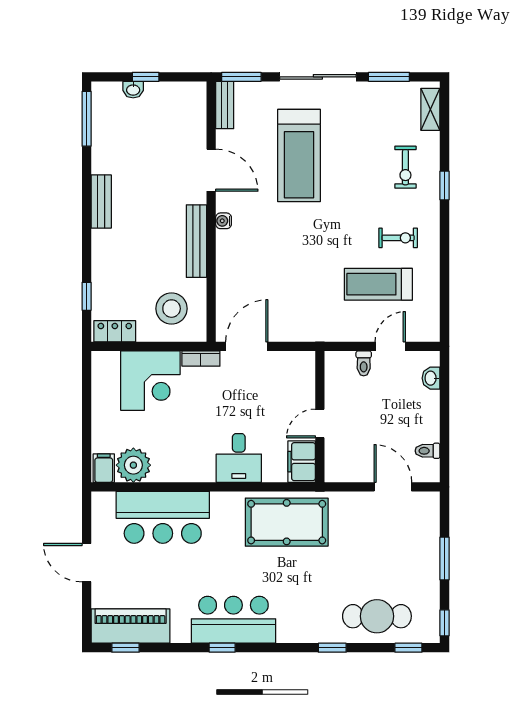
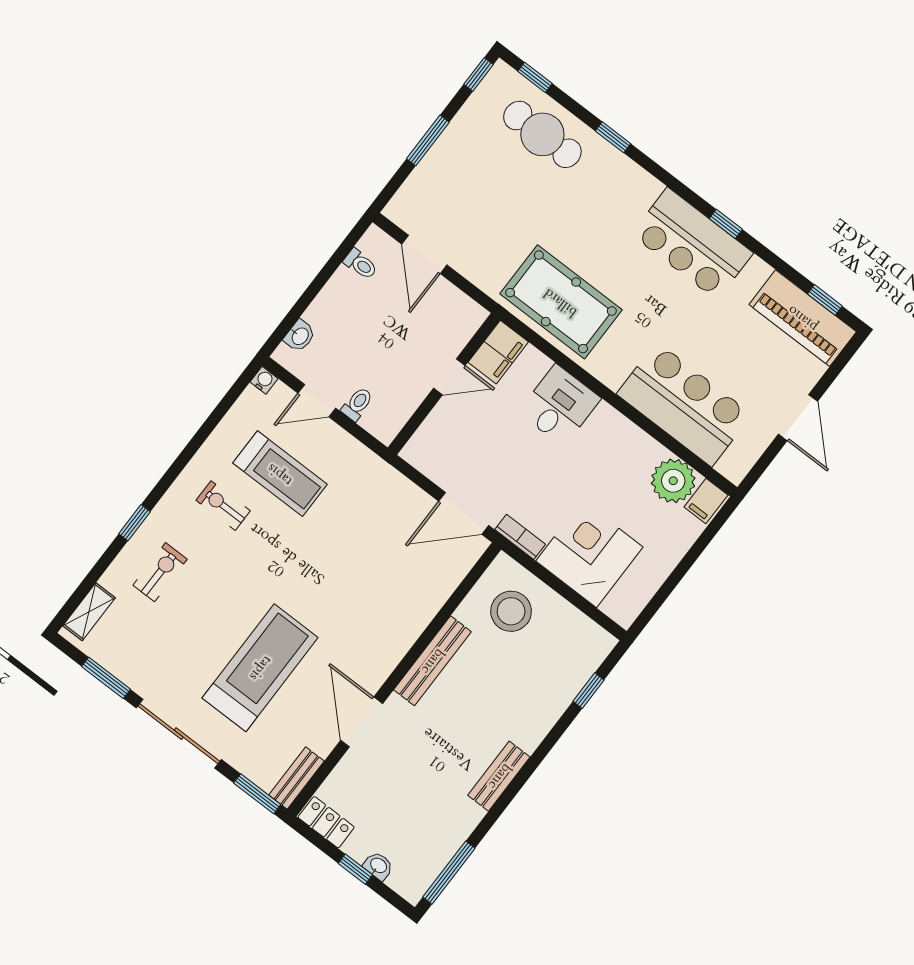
water cooler: (224, 221) -> (264, 380), moved, turned -90
locker: (115, 331) -> (326, 822), moved, turned 180

